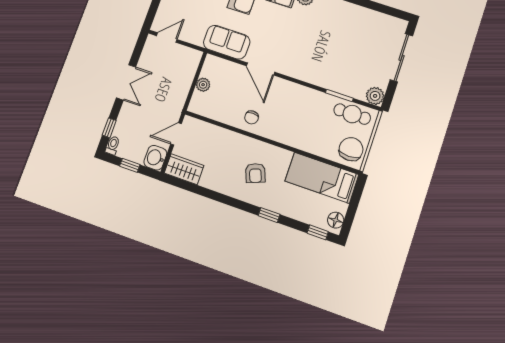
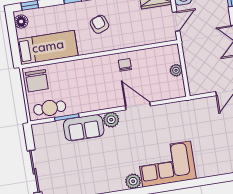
sofa: (227, 42) -> (84, 128), moved
plant: (375, 96) -> (111, 120), moved

